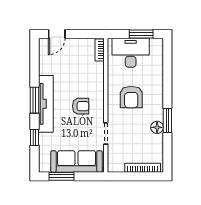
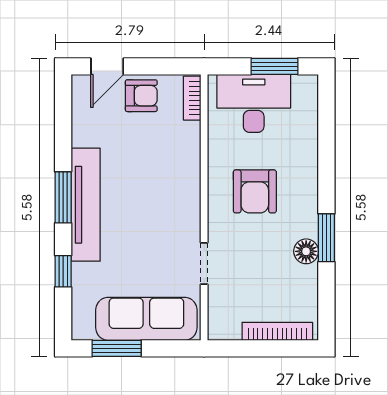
armchair: (81, 106) -> (141, 96), moved

